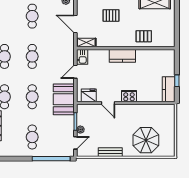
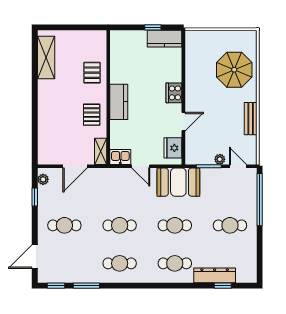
pallet: (111, 15) -> (92, 115), moved

